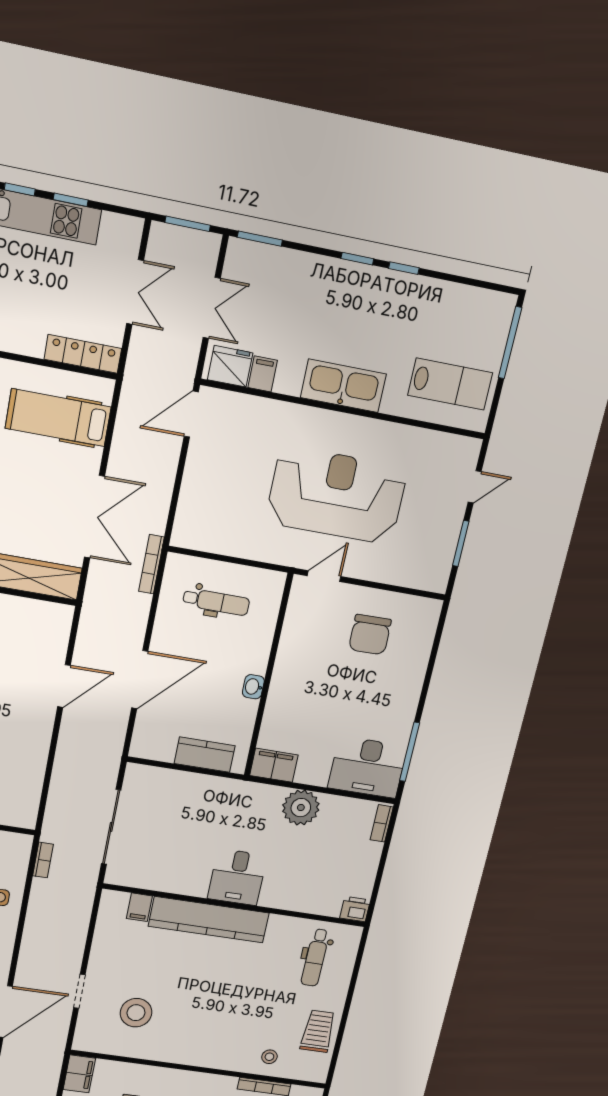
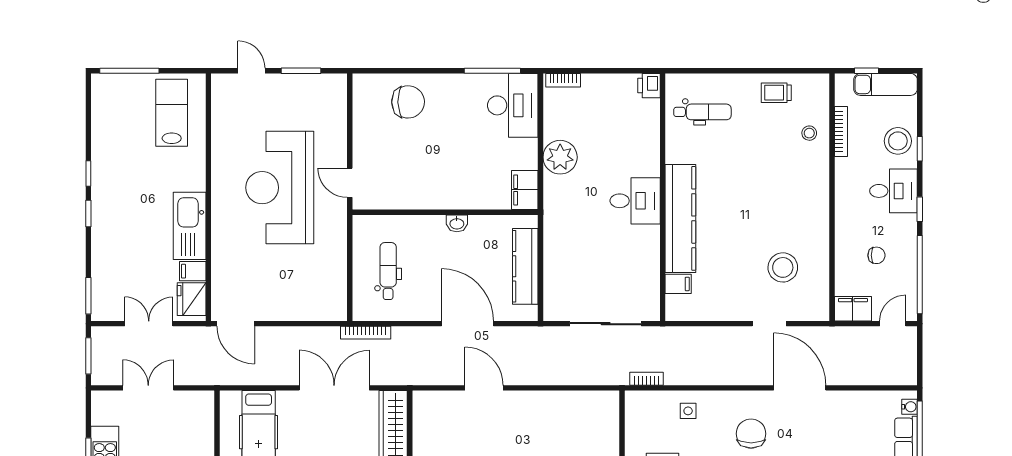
locker: (83, 354) -> (204, 421), removed
kitchen sink: (343, 386) -> (190, 226), moved
chair: (370, 635) -> (408, 102), moved
kitchen counter: (205, 755) -> (525, 266), width x1.50
trolley: (318, 1031) -> (776, 93), width x0.73, depth x0.72

